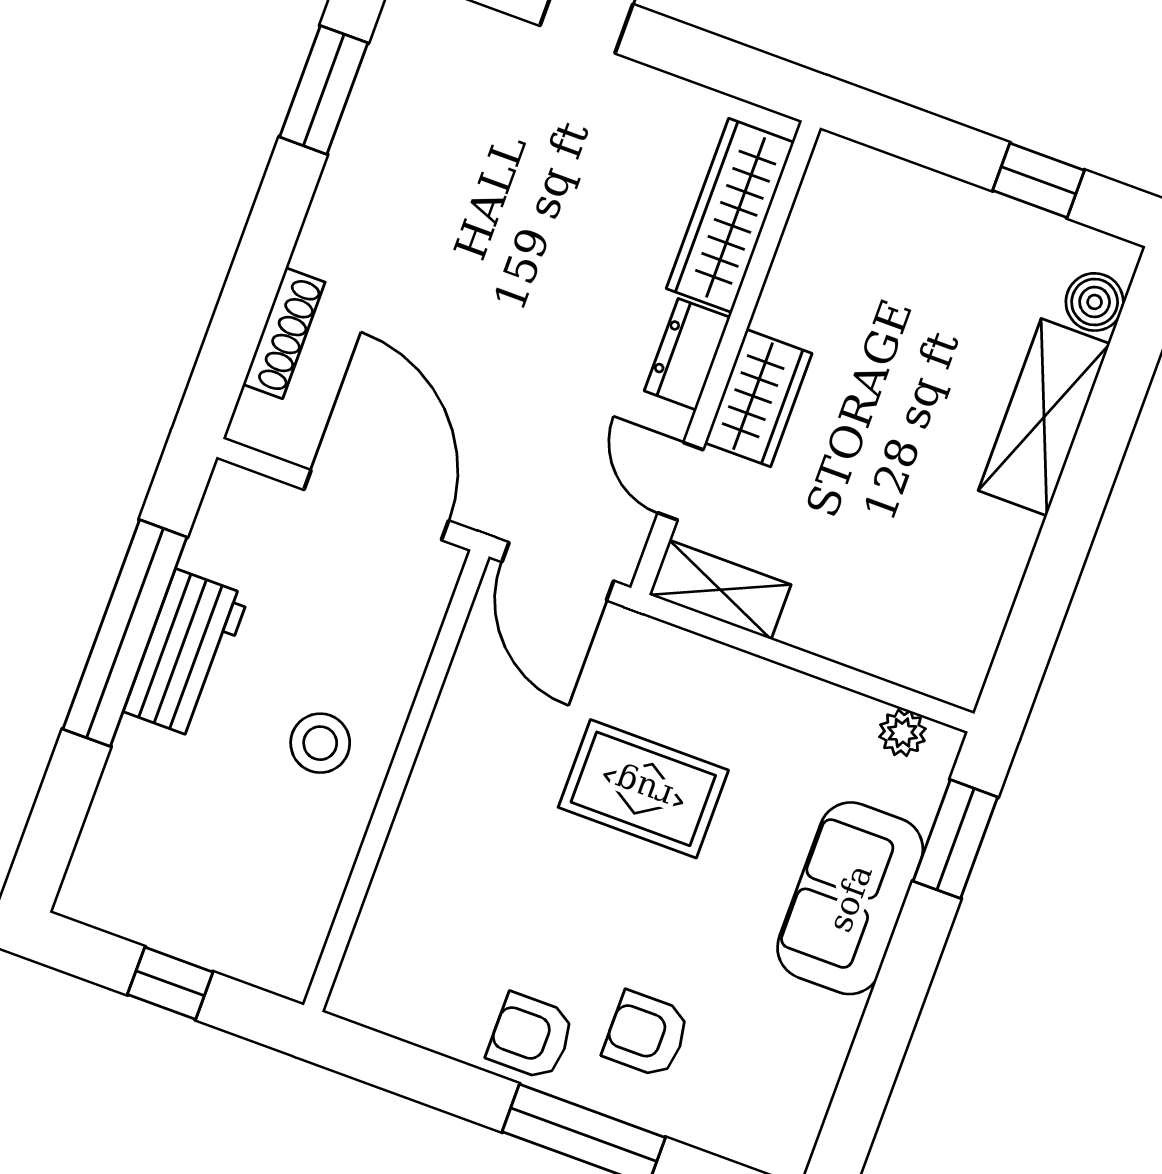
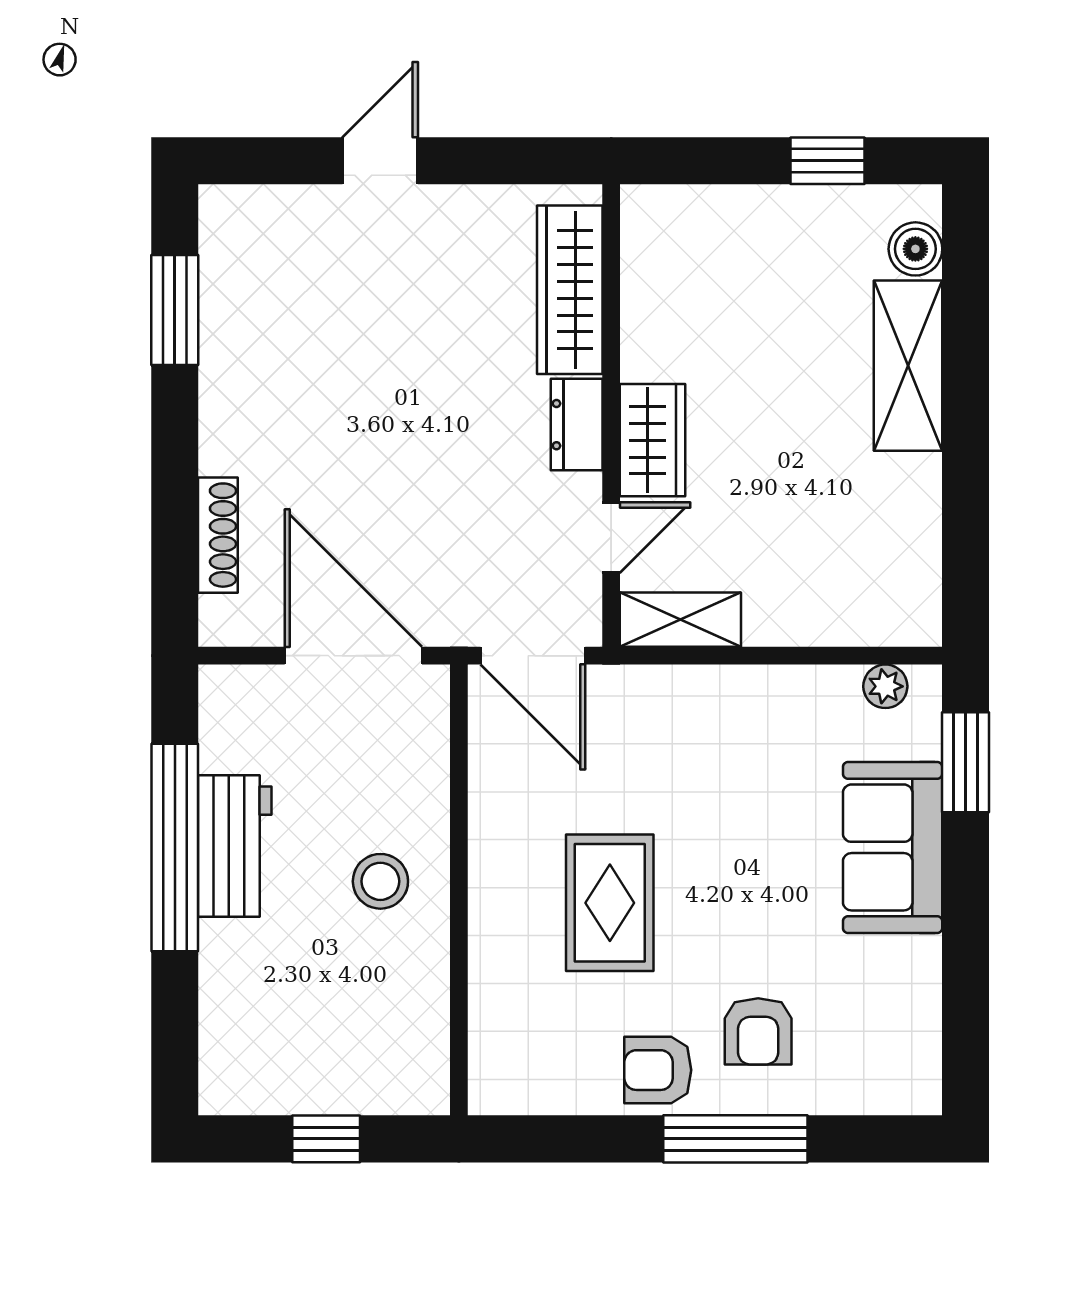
door: (680, 481) -> (611, 538), swing flipped
rug: (643, 789) -> (610, 903), moved, turned 90
armchair: (646, 1034) -> (758, 1031), turned -90

